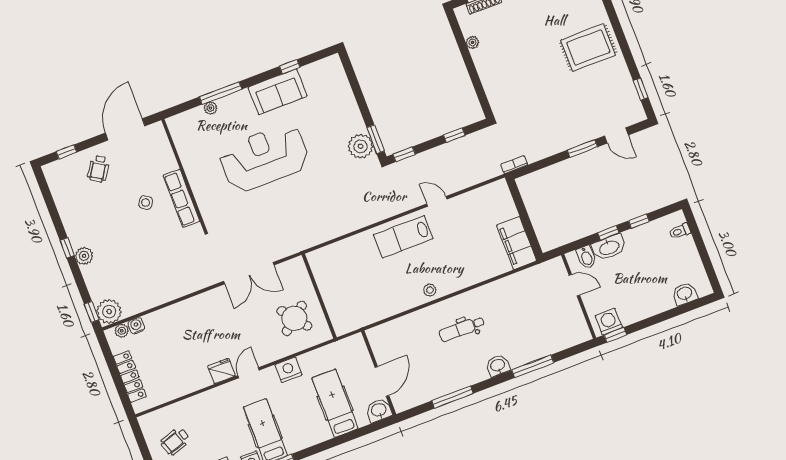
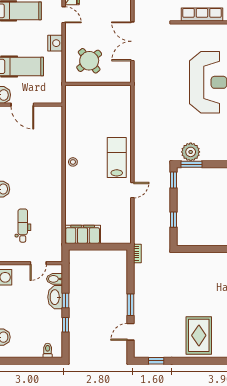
dental chair: (462, 329) -> (23, 226), moved

